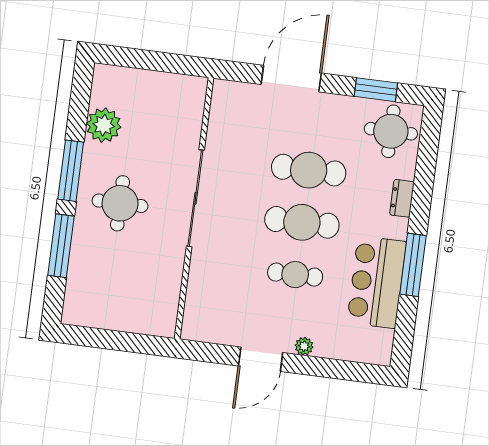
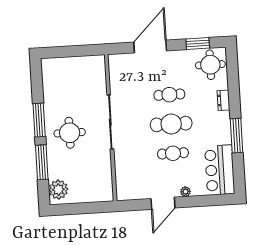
plant: (104, 125) -> (58, 190), moved
cafe table: (309, 170) -> (169, 95), width x0.73, depth x0.74
bar counter: (377, 282) -> (220, 170), moved

